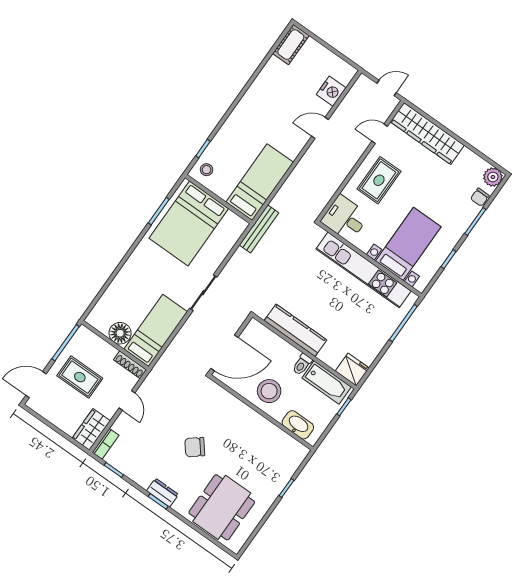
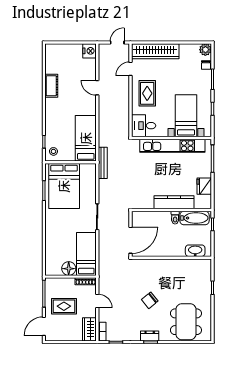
cot: (291, 45) -> (51, 86), moved
nightstand: (331, 91) -> (89, 51), moved
door: (320, 128) -> (97, 88), hinge flipped
kitchen counter: (295, 330) -> (174, 202), moved
fridge: (352, 369) -> (204, 186), moved, turned -90
stool: (269, 391) -> (168, 244), removed

